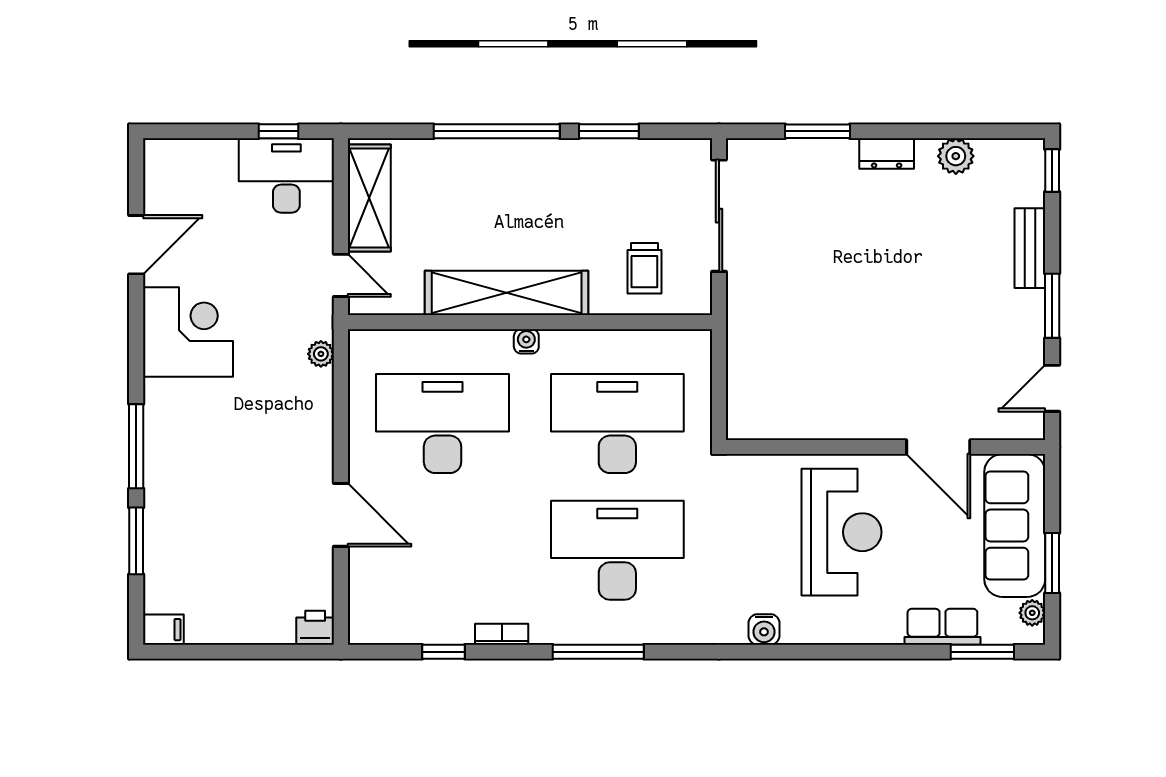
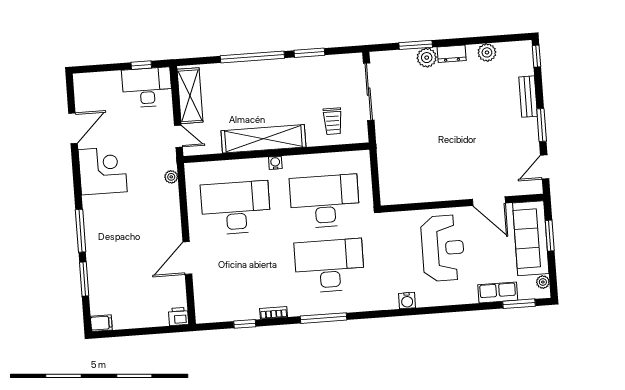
plant: (837, 157) -> (427, 58), added
door: (341, 515) -> (187, 258), swing flipped
window: (1052, 563) -> (550, 236), moved

